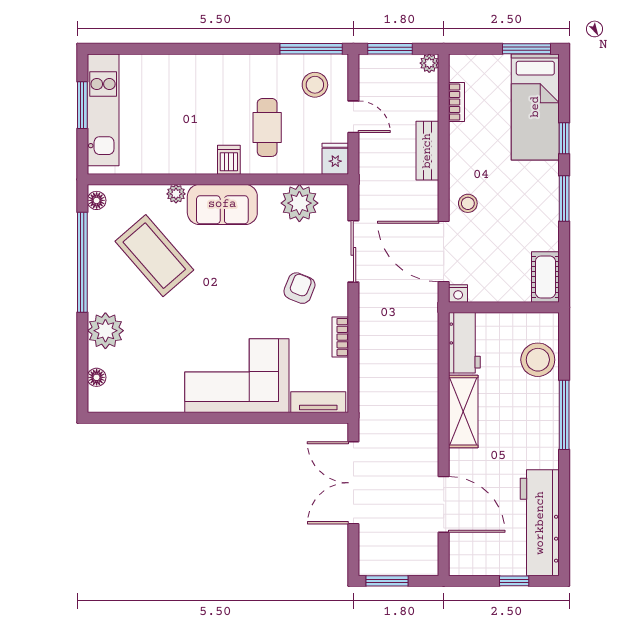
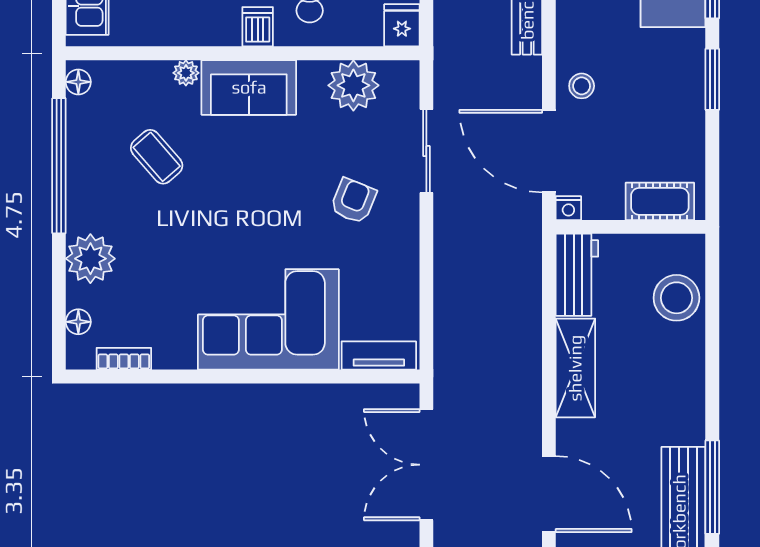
coffee table: (154, 256) -> (157, 157), width x0.54, depth x0.58
cot: (545, 277) -> (660, 201), moved, turned 90
bookcase: (340, 337) -> (124, 359), moved, turned 90
window: (564, 415) -> (712, 487), moved

